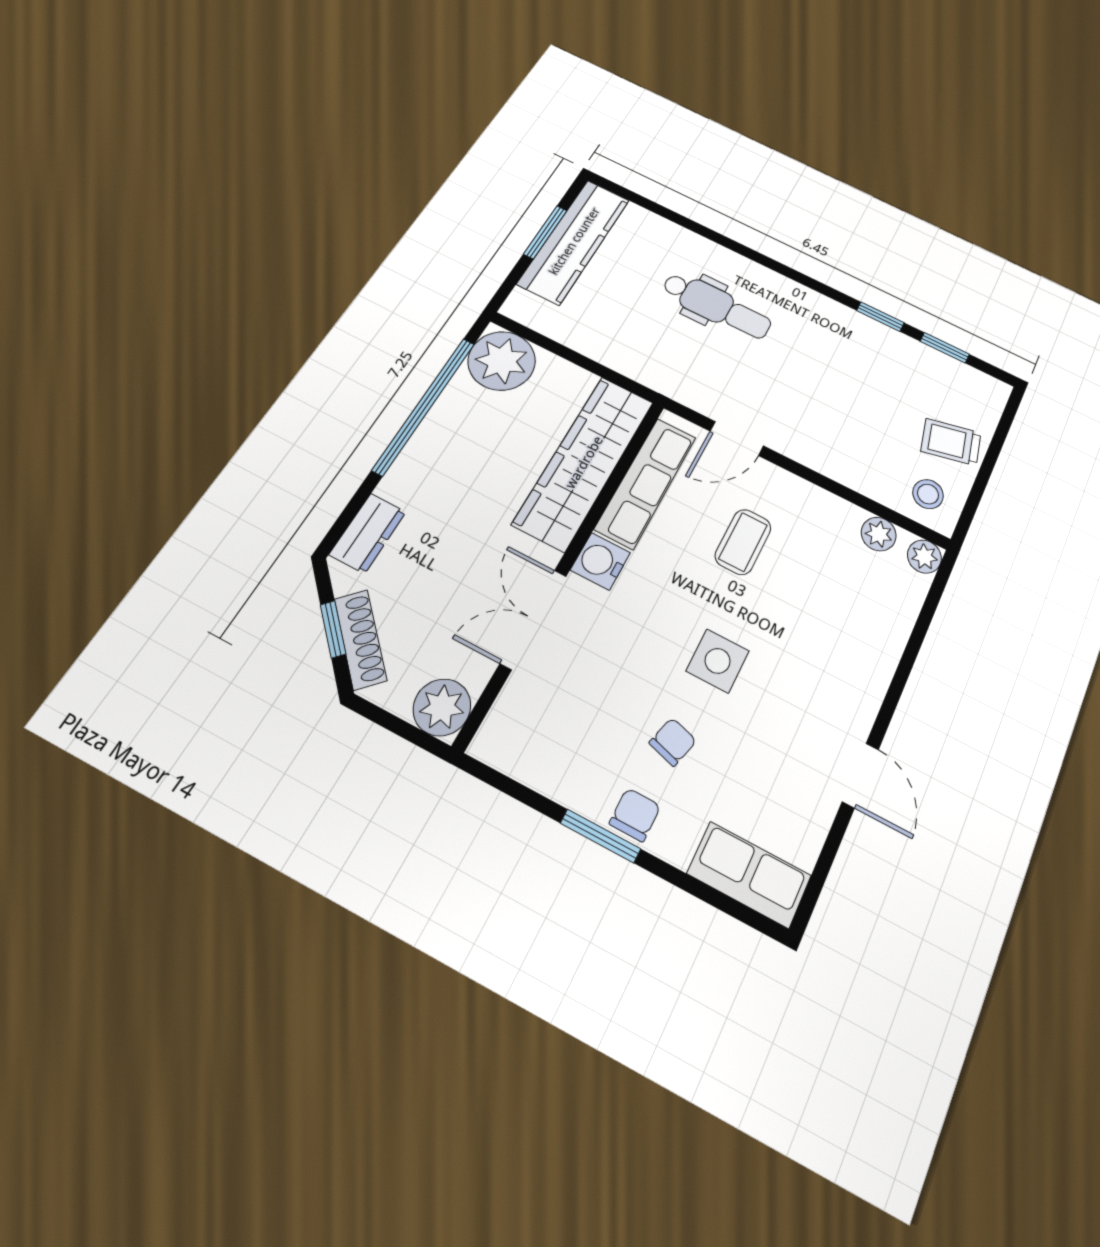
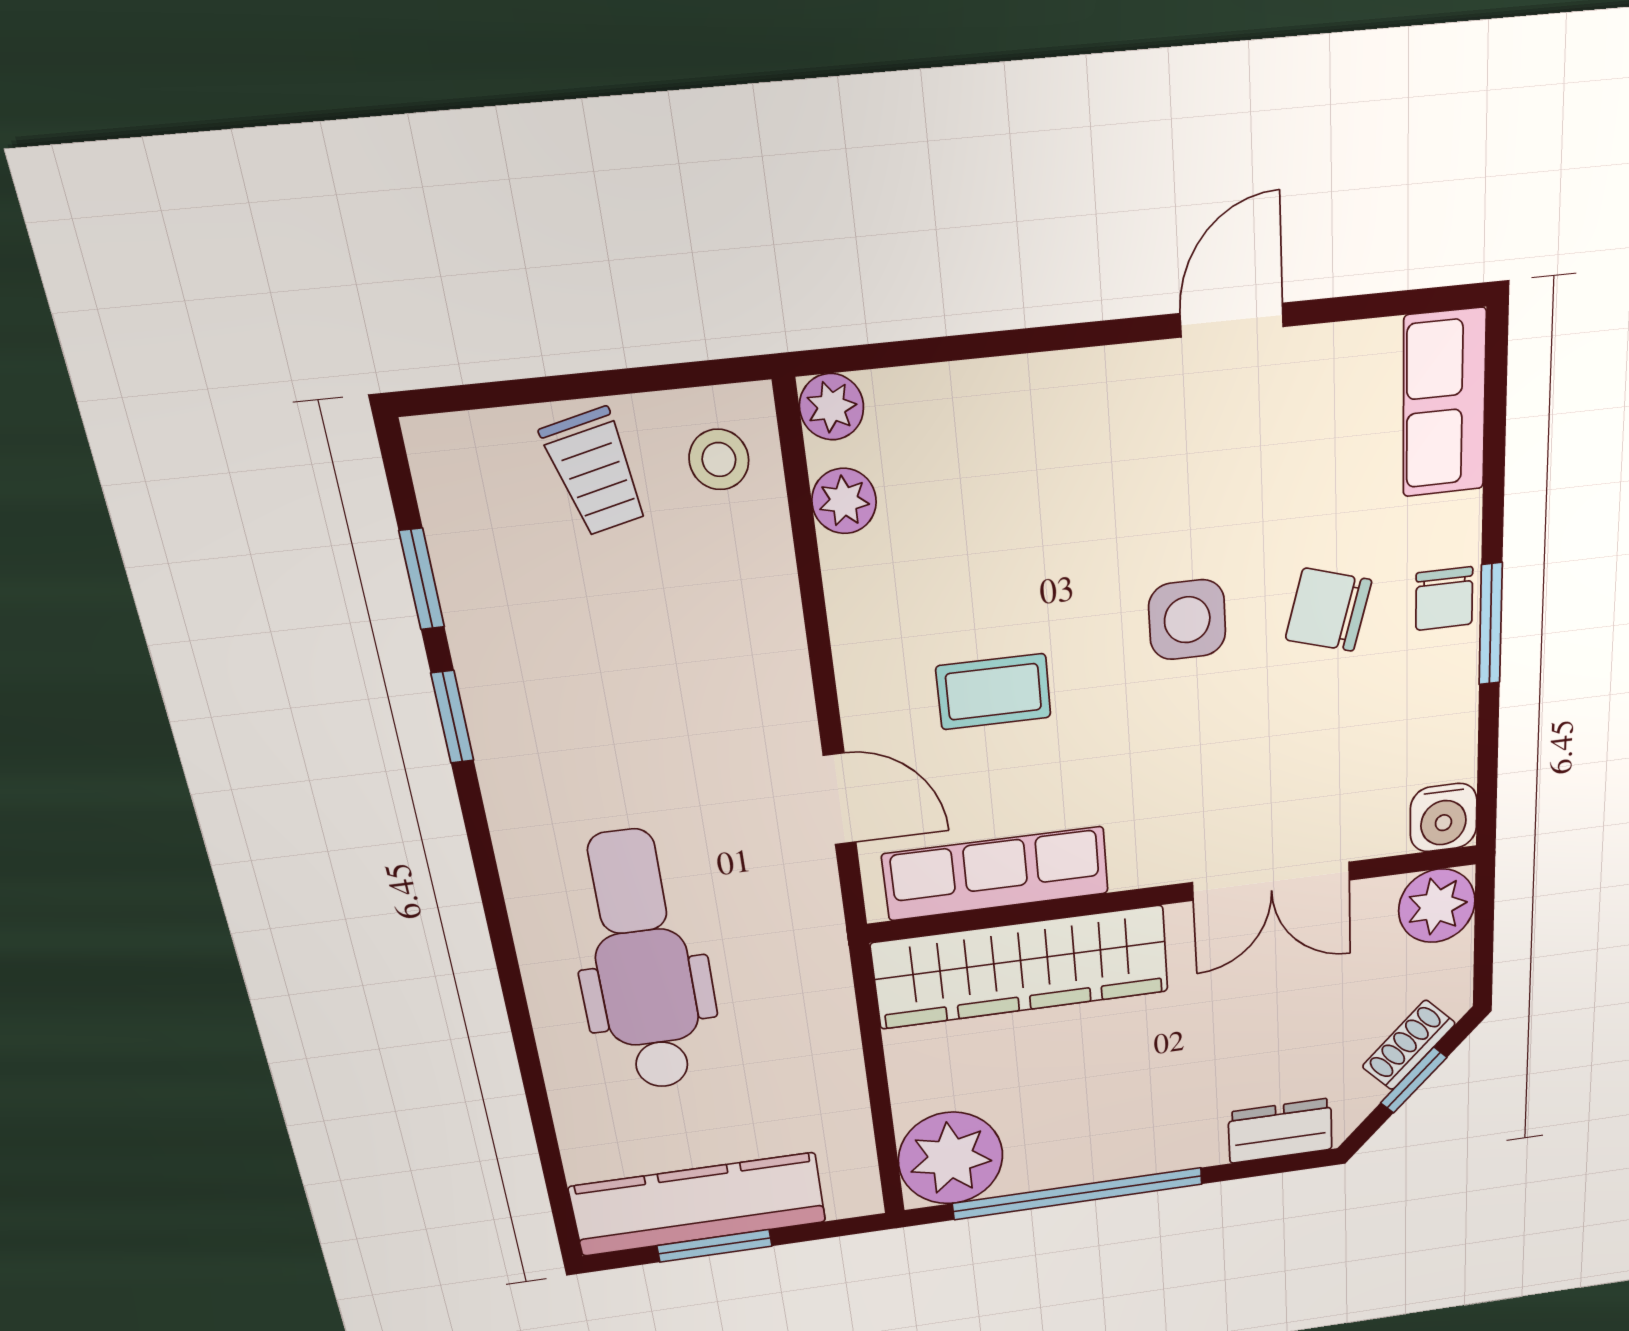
dental chair: (717, 306) -> (643, 962), width x1.36, depth x1.38
water cooler: (600, 561) -> (1444, 818), moved
shoe rack: (360, 639) -> (1409, 1045), width x0.70
chair: (673, 742) -> (1328, 610), width x1.37, depth x1.37
chair: (635, 815) -> (1444, 599), turned -90

